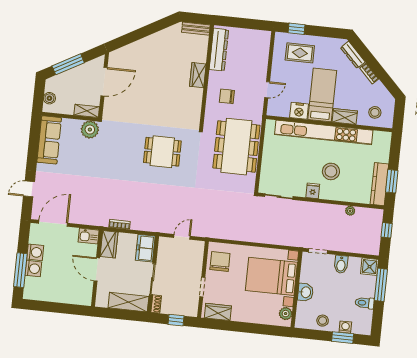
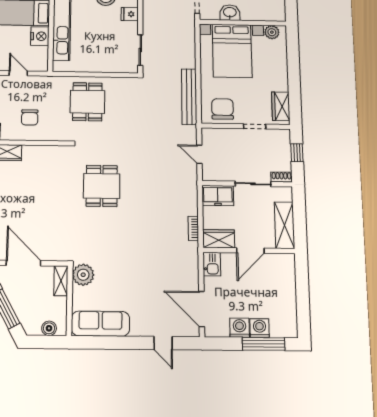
dining table: (236, 147) -> (87, 102), width x0.53, depth x0.80
bench: (233, 234) -> (189, 97), added
chair: (220, 261) -> (222, 109), turned 90
washbasin: (305, 292) -> (230, 13), moved
shelving: (128, 302) -> (284, 225), moved

